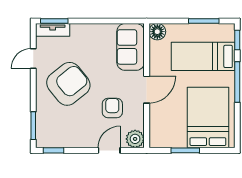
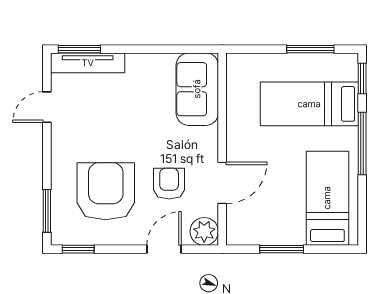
tv unit: (53, 30) -> (88, 63), width x1.41
floor lamp: (157, 32) -> (239, 66), removed
armchair: (68, 84) -> (106, 191), moved, turned -51
door: (147, 90) -> (222, 183), moved
bed: (208, 118) -> (327, 198), width x0.67

